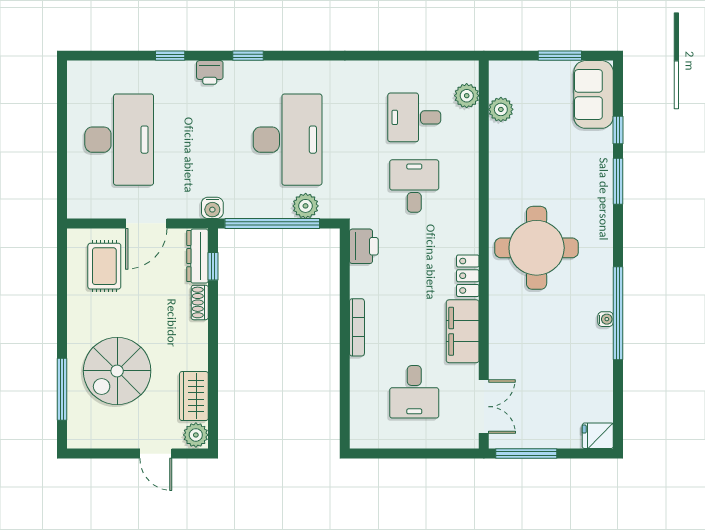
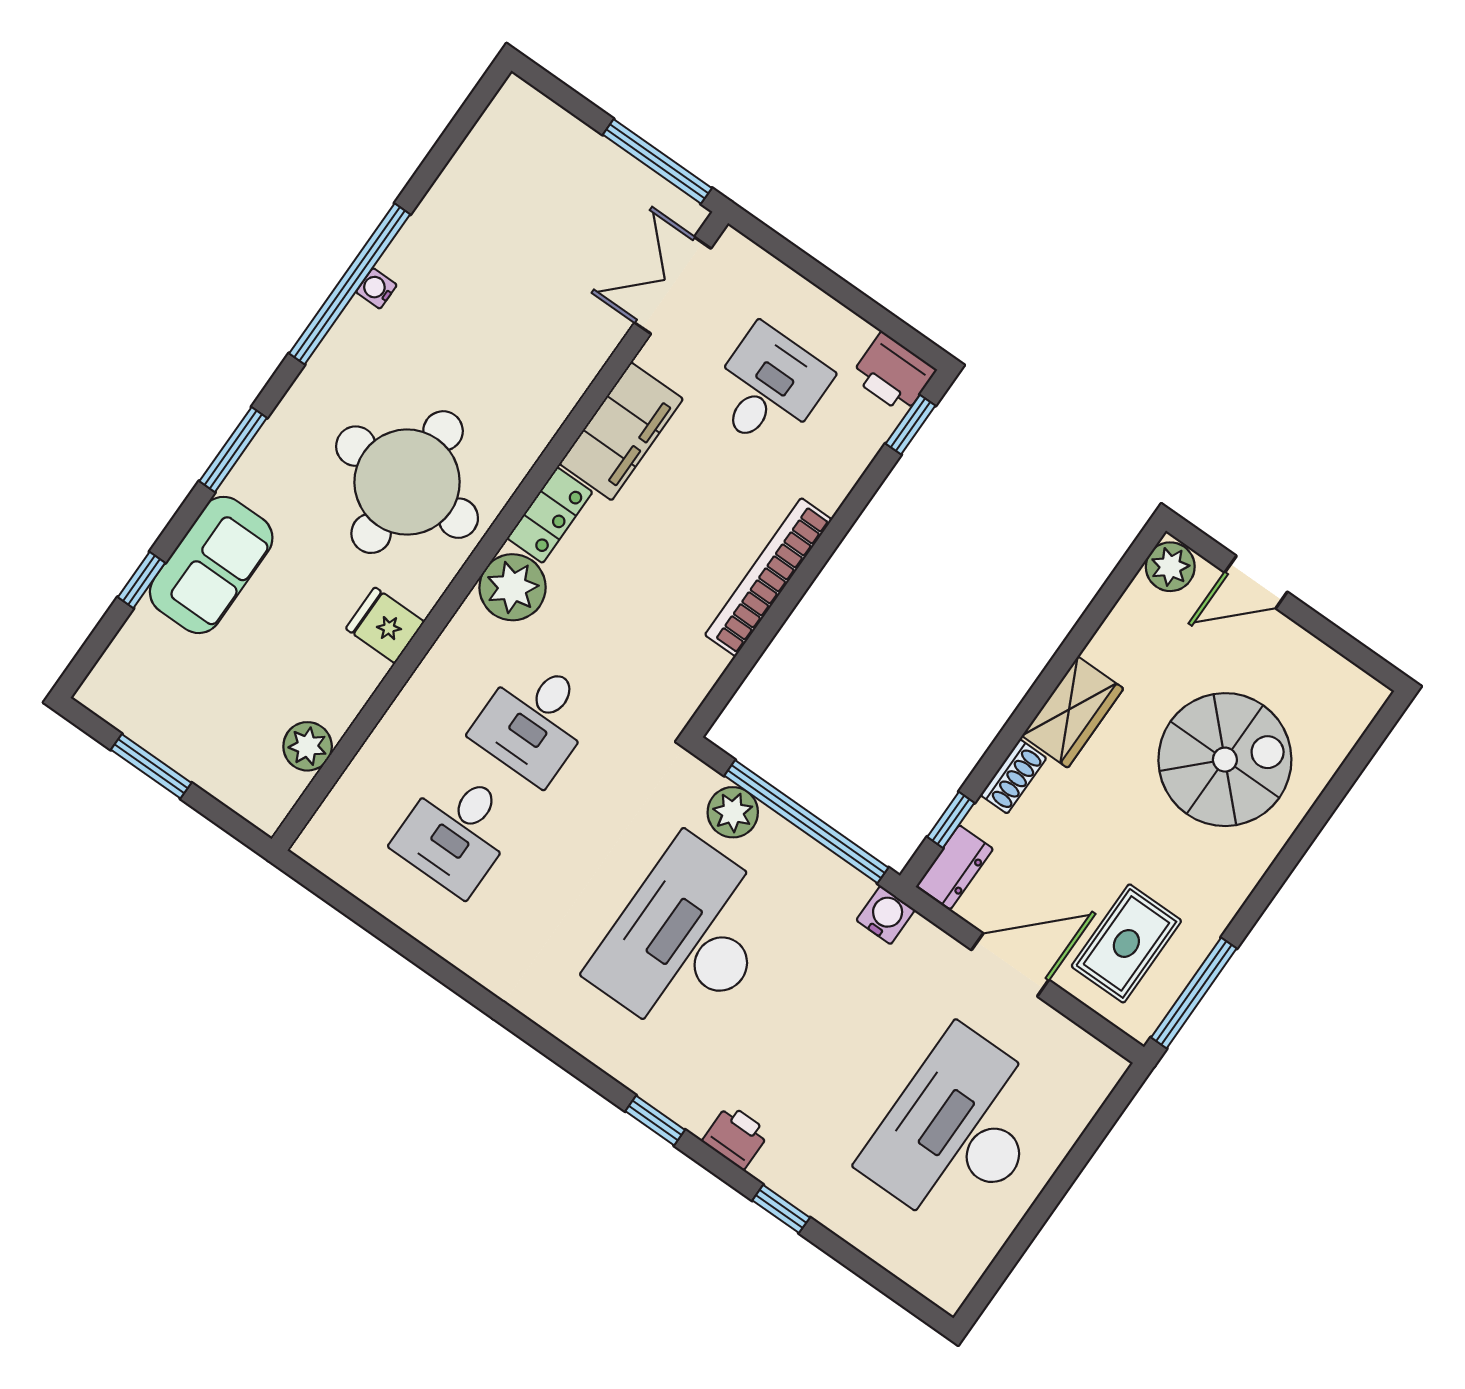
sofa: (594, 94) -> (211, 565), moved
plant: (467, 96) -> (513, 587), moved, width x1.36, depth x1.36
desk: (414, 117) -> (456, 832), turned 90
window: (618, 181) -> (233, 450), moved
printer: (364, 246) -> (893, 373), moved, turned -90
dresser: (198, 256) -> (955, 867), width x0.70
bookcase: (357, 327) -> (768, 577), width x1.48, depth x1.31
window: (62, 389) -> (1194, 993), moved
wardrobe: (194, 396) -> (1073, 712), moved
window: (345, 418) -> (910, 425), added
fridge: (598, 436) -> (385, 625), moved, turned 180
door: (156, 454) -> (1256, 582), swing flipped

